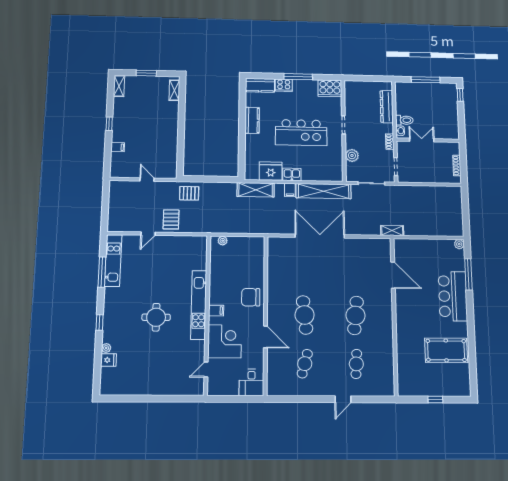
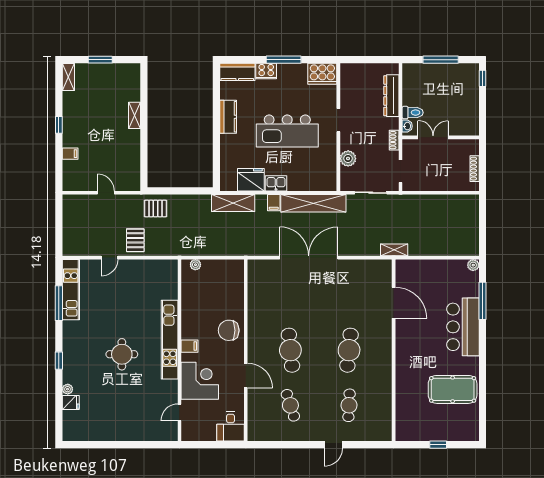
shelving: (174, 90) -> (135, 115), moved
cafe table: (305, 364) -> (290, 405), turned -33

